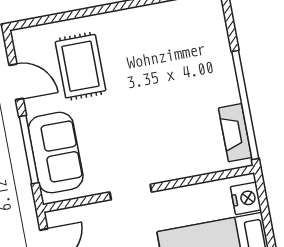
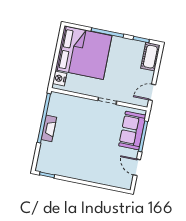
rug: (80, 66) -> (107, 163), removed
fireplace: (235, 133) -> (49, 128), moved

